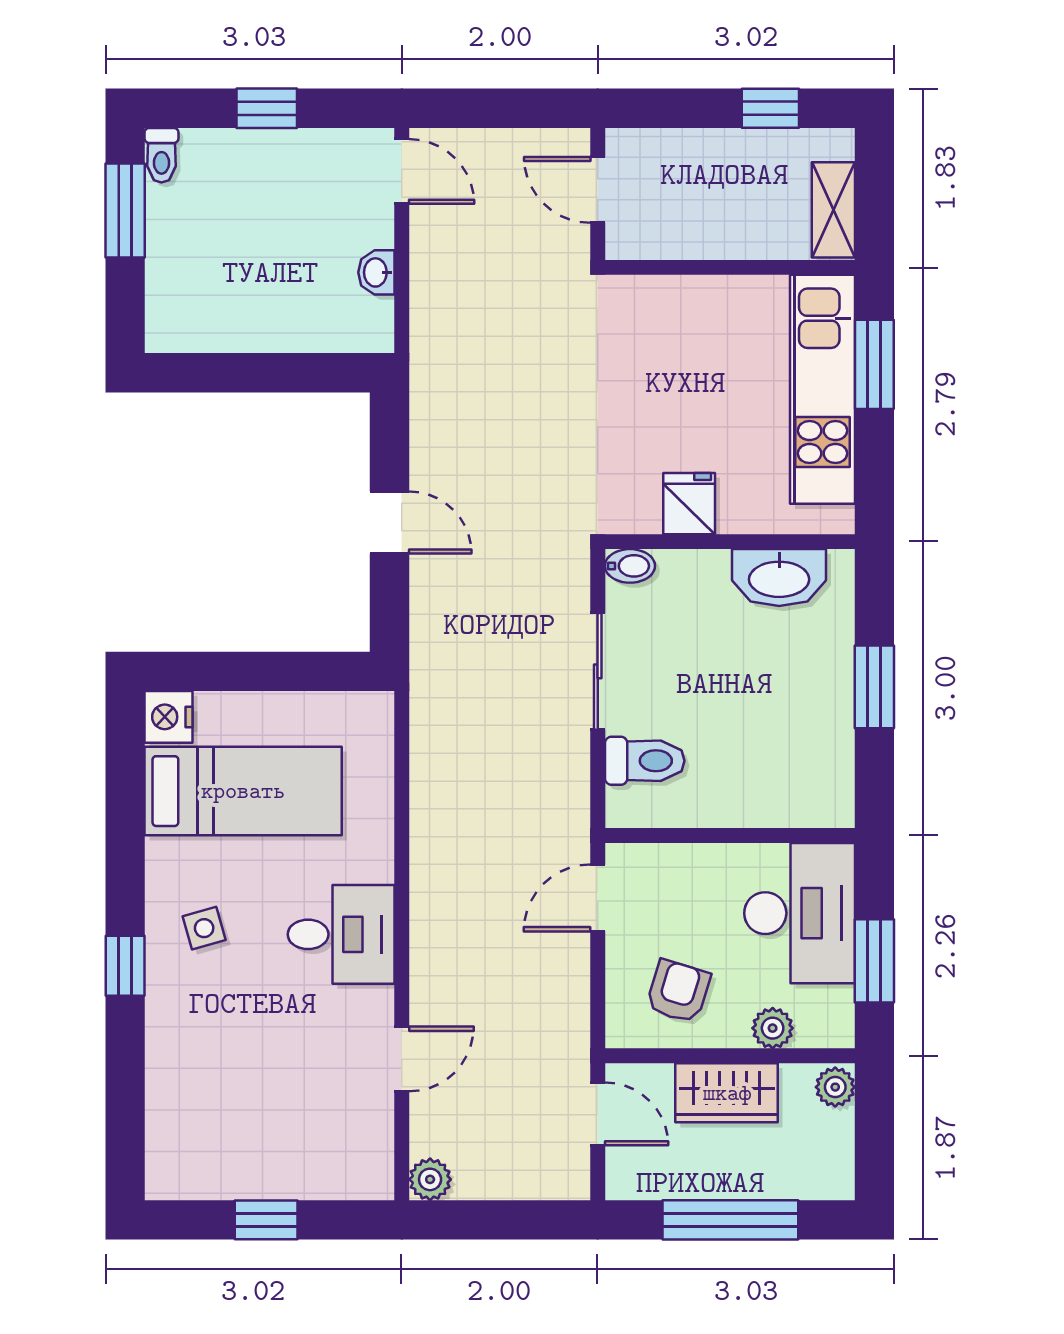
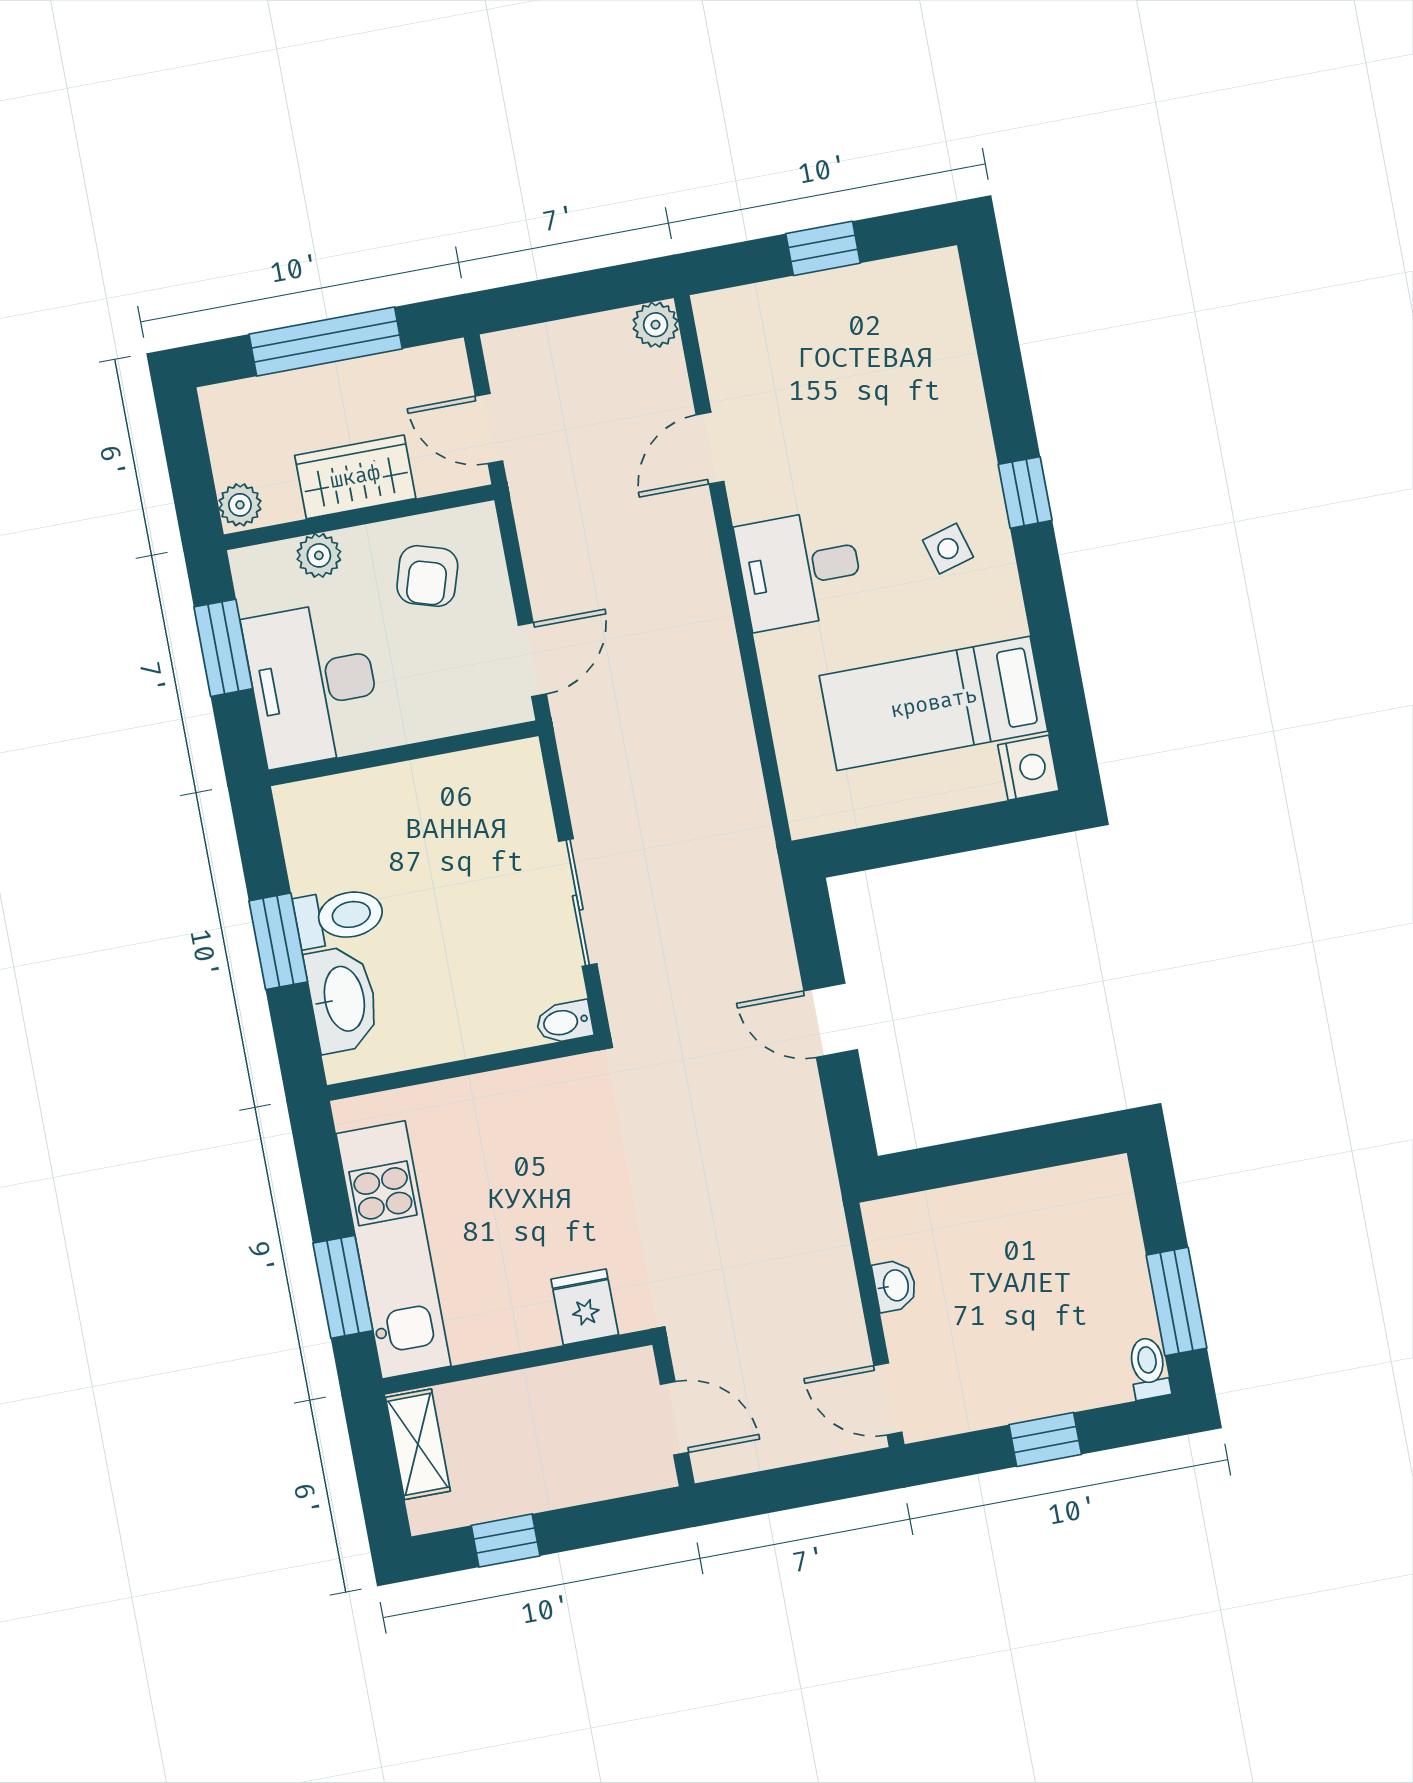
fridge: (689, 504) -> (585, 1307), moved, turned 180
washbasin: (779, 578) -> (343, 999), moved, turned 90
toilet: (645, 761) -> (339, 917), moved, turned 180

